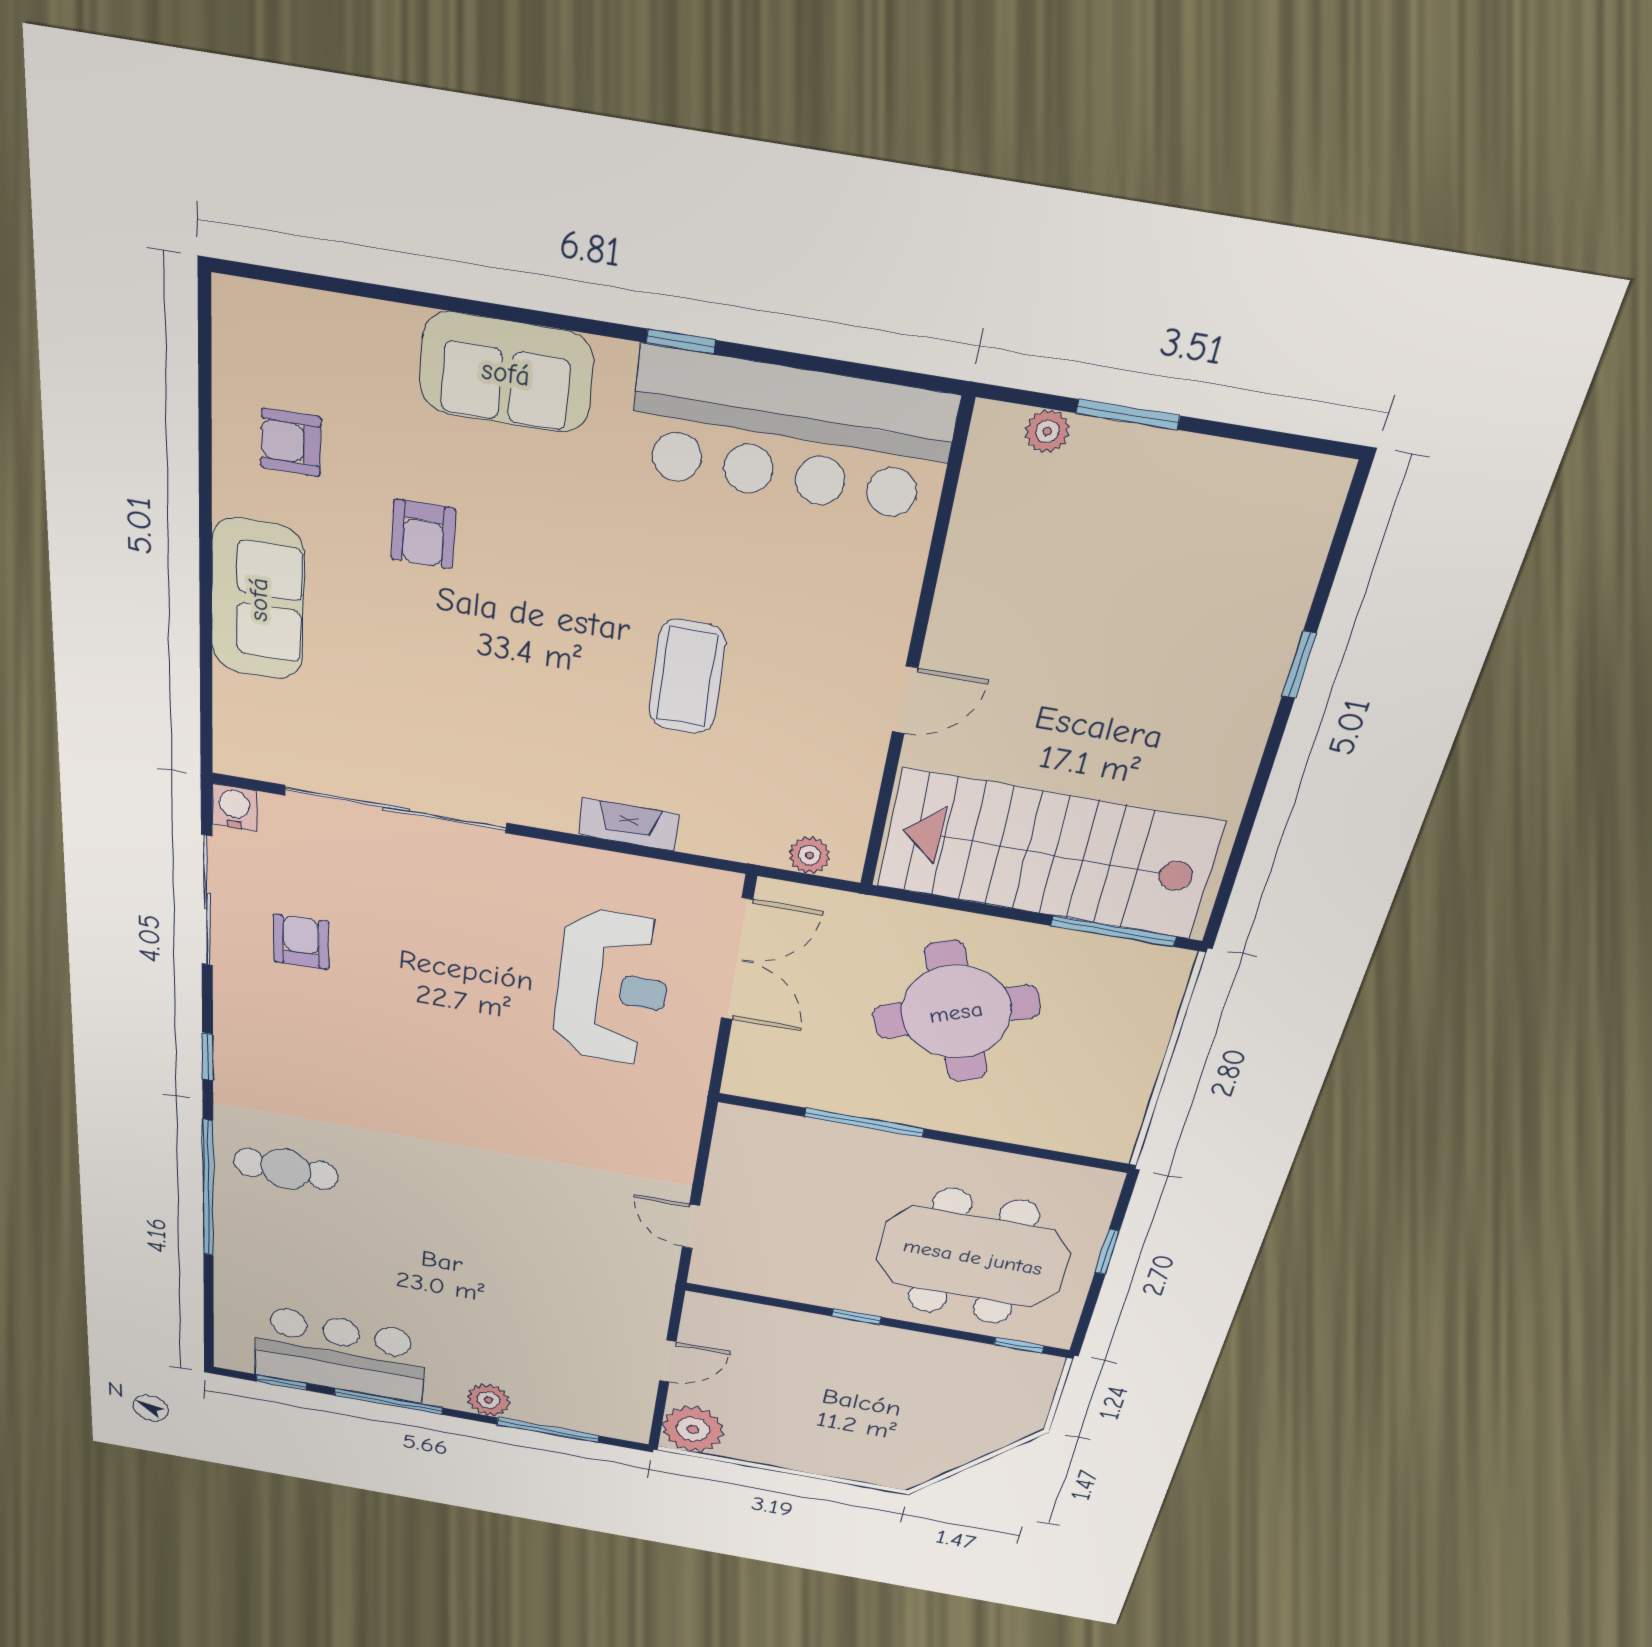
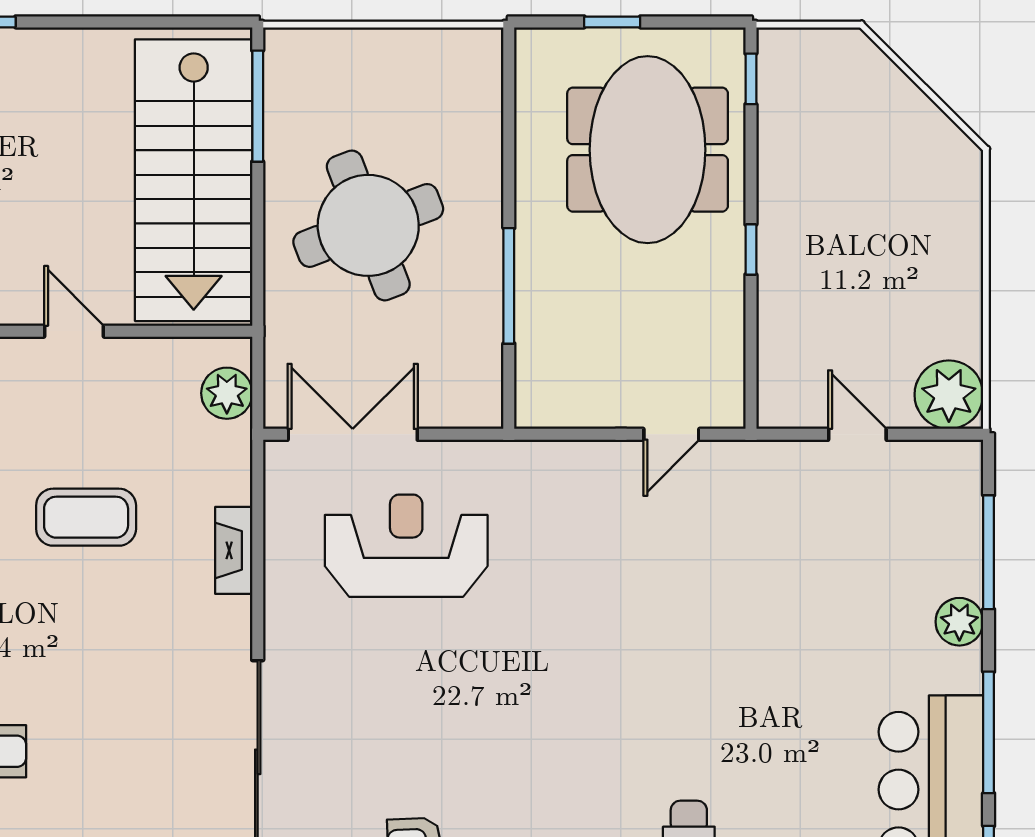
plant: (809, 855) -> (227, 393), width x1.38, depth x1.38

